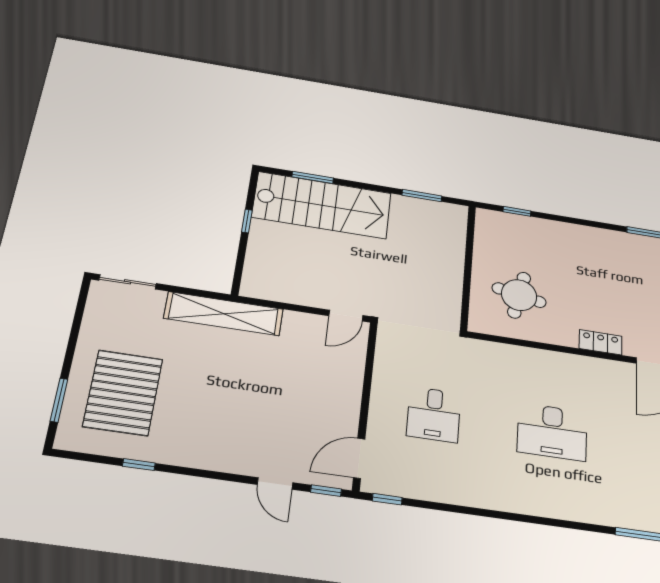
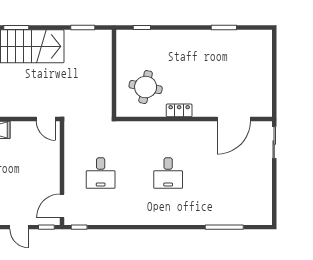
door: (346, 316) -> (46, 119), hinge flipped
locker: (601, 342) -> (179, 110), moved
desk: (552, 432) -> (168, 173), width x0.73

